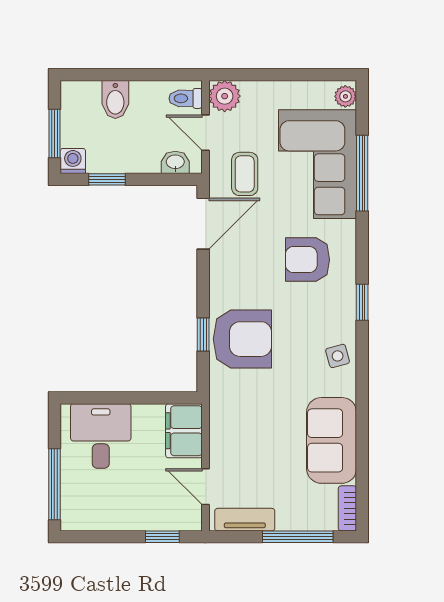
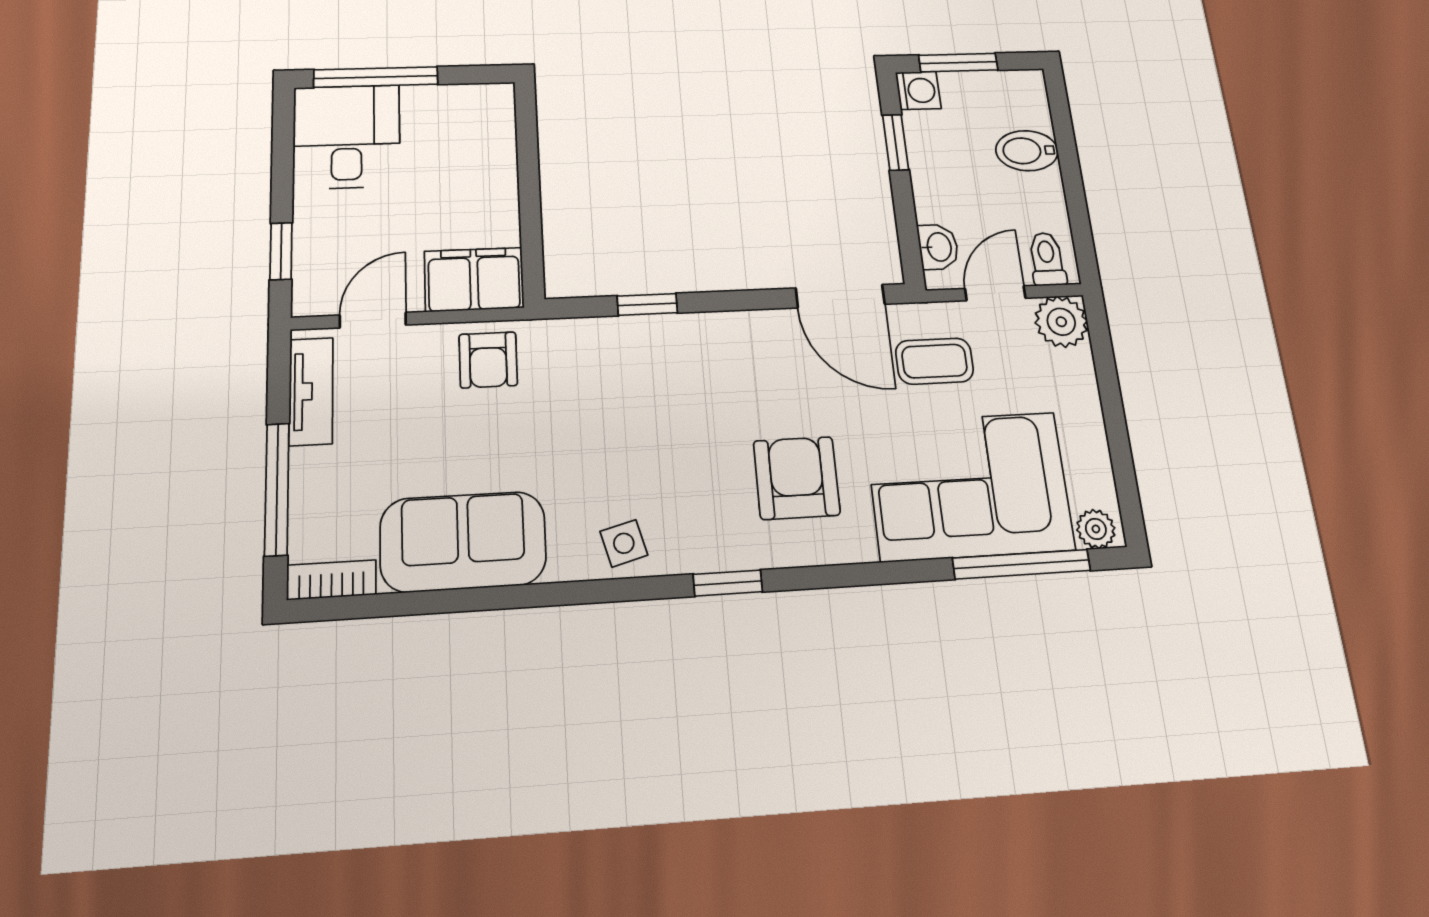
window: (362, 173) -> (1022, 564), moved
armchair: (242, 339) -> (488, 360), moved, width x0.53, depth x0.53
desk: (101, 436) -> (347, 137), moved, turned -90

